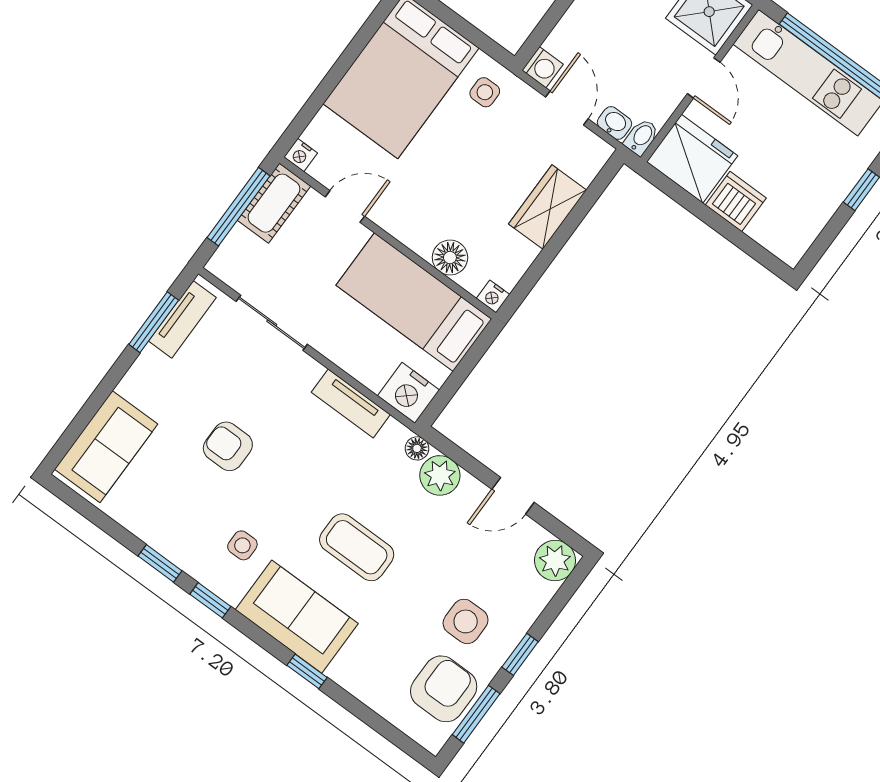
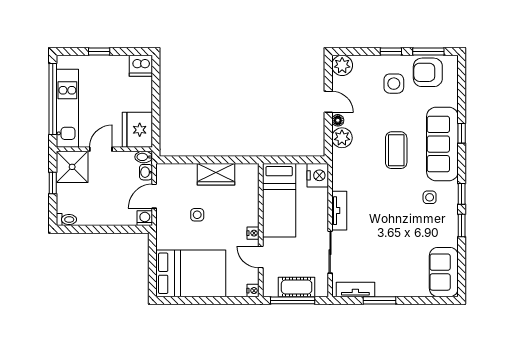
side table: (485, 92) -> (197, 215), moved
dishwasher: (736, 201) -> (141, 66), moved, turned -90
cot: (274, 203) -> (297, 287), moved
wardrobe: (547, 207) -> (216, 174), moved
floor lamp: (450, 258) -> (250, 199), removed
nightstand: (493, 296) -> (253, 233), moved
window: (154, 322) -> (380, 300), moved
tv unit: (351, 403) -> (339, 211), moved
armchair: (228, 446) -> (394, 233), removed
sofa: (106, 447) -> (444, 272), moved, turned -90
floor lamp: (417, 448) -> (338, 120), moved
sofa: (297, 617) -> (442, 144), width x1.36

